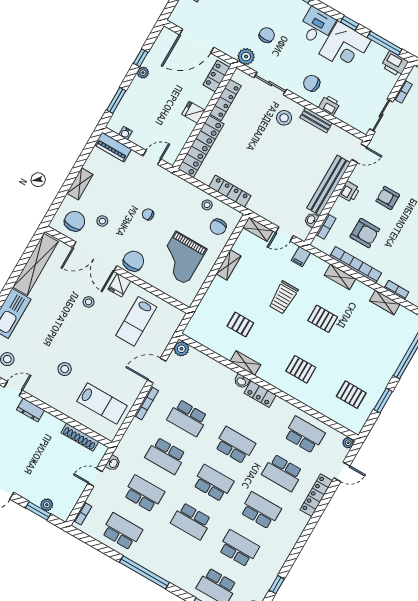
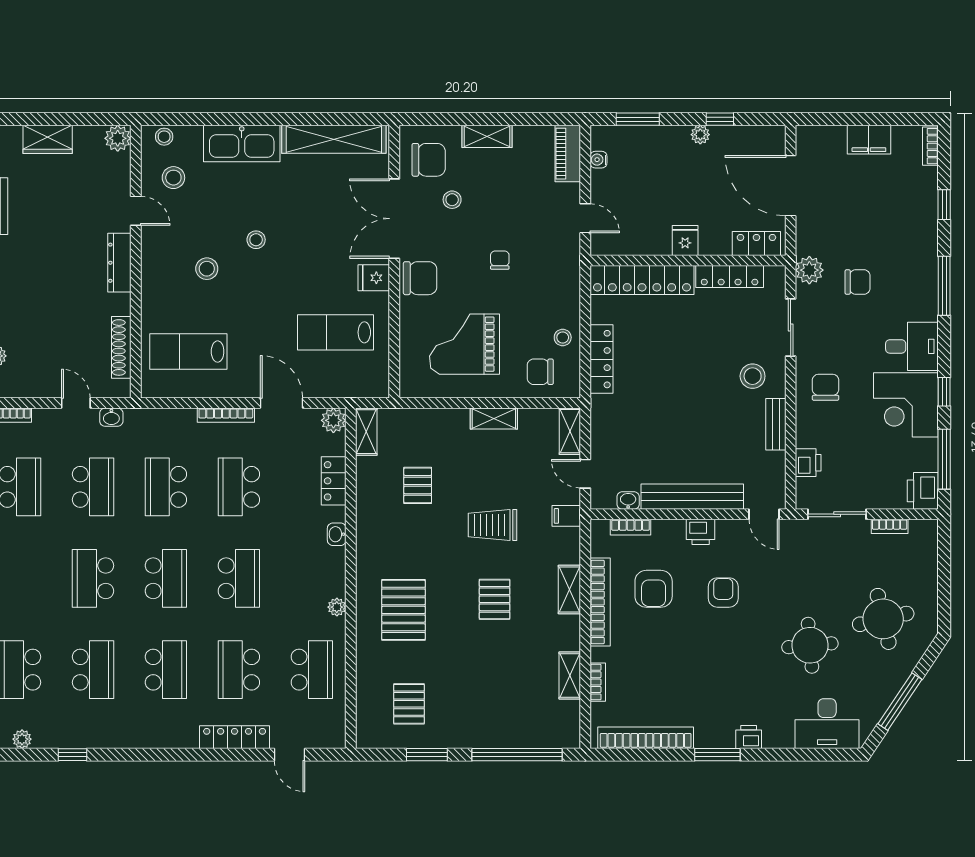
printer: (329, 105) -> (808, 463), moved
stool: (89, 302) -> (256, 240), moved
shelving: (245, 363) -> (366, 432), moved
pallet: (301, 369) -> (403, 610), width x1.50, depth x1.42
locker: (260, 394) -> (334, 481), moved
lab bench: (102, 404) -> (188, 352), turned 90
dresser: (31, 410) -> (119, 263), width x1.44
plant: (348, 443) -> (337, 607), moved

